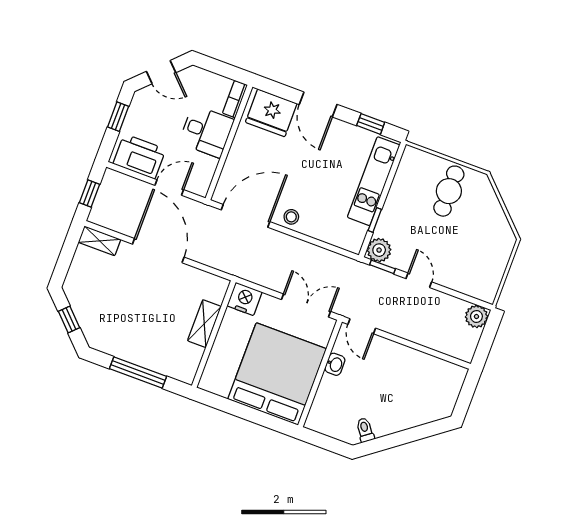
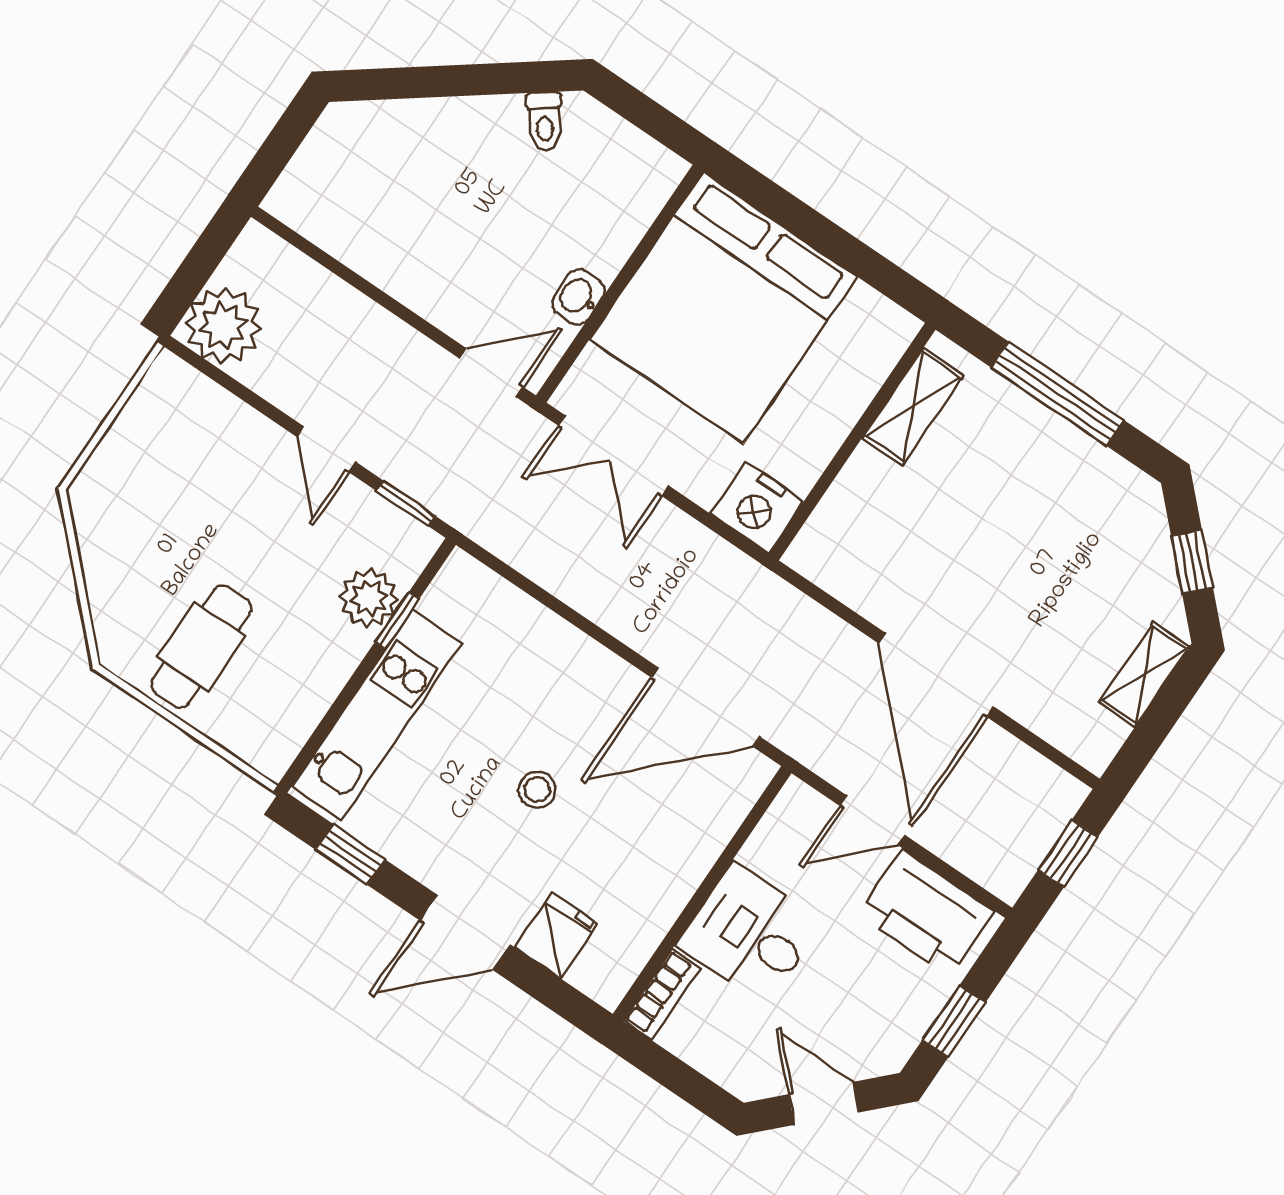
door: (318, 104) -> (465, 932), swing flipped
fridge: (271, 113) -> (556, 935), width x0.53, depth x0.75
stool: (291, 217) -> (537, 790), moved
shelving: (100, 241) -> (1144, 674), moved, turned 90
plant: (379, 250) -> (369, 598), moved
plant: (476, 316) -> (223, 325), width x1.36, depth x1.36
shelving: (204, 324) -> (913, 407), moved
door: (362, 326) -> (491, 373), hinge flipped

